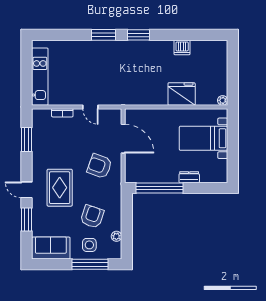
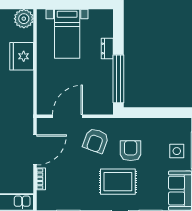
plant: (223, 100) -> (24, 19), width x1.87, depth x1.87
door: (90, 107) -> (35, 150), width x1.88
armchair: (92, 217) -> (131, 151), moved, turned 71
plant: (116, 236) -> (168, 123), removed

